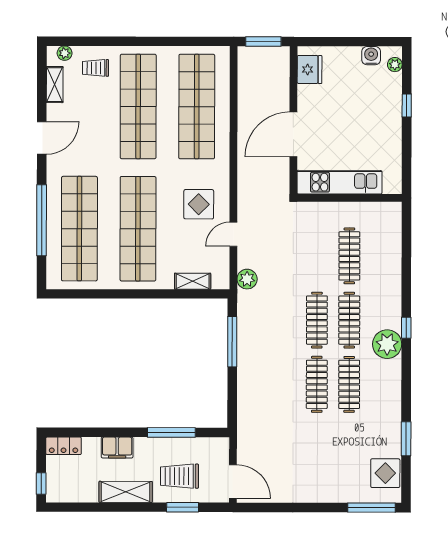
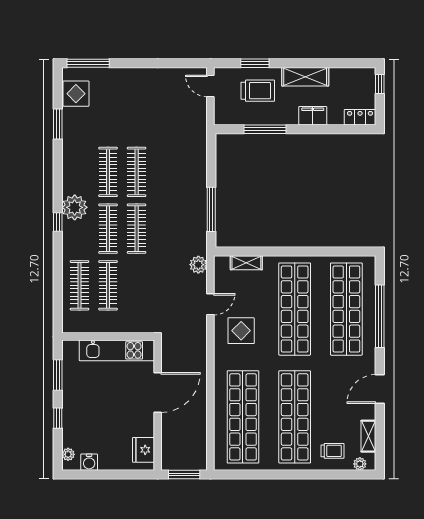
window: (407, 154) -> (58, 375), added
clothes rail: (382, 256) -> (79, 285), added
door: (233, 481) -> (210, 86), width x0.73

